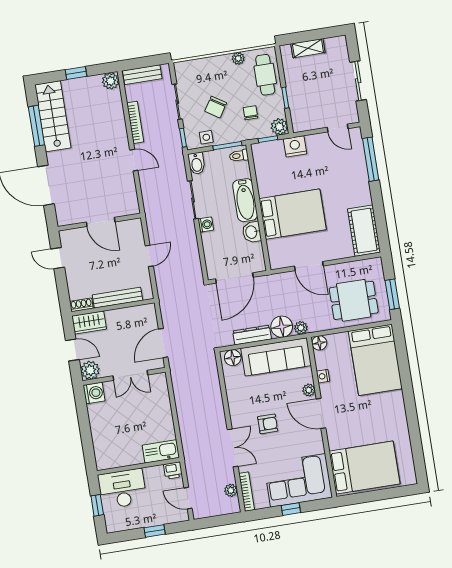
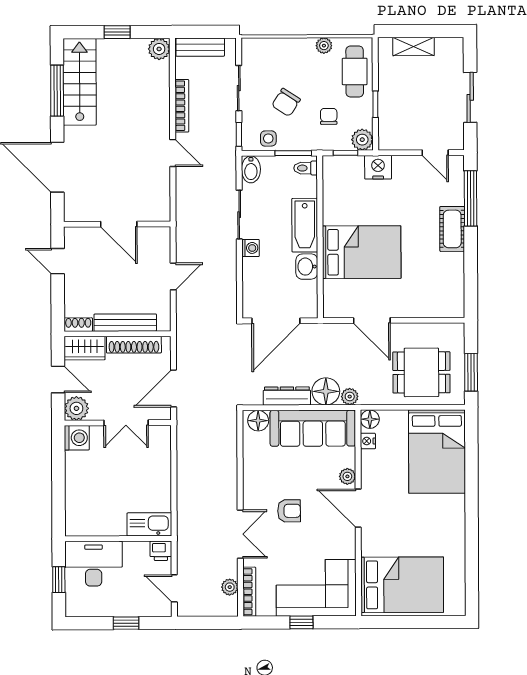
cot: (364, 231) -> (452, 229), moved, width x0.73, depth x0.75
shoe rack: (127, 314) -> (134, 345), added
nightstand: (323, 376) -> (368, 441), moved

